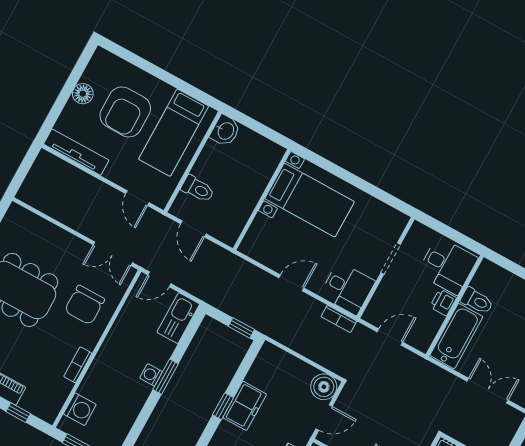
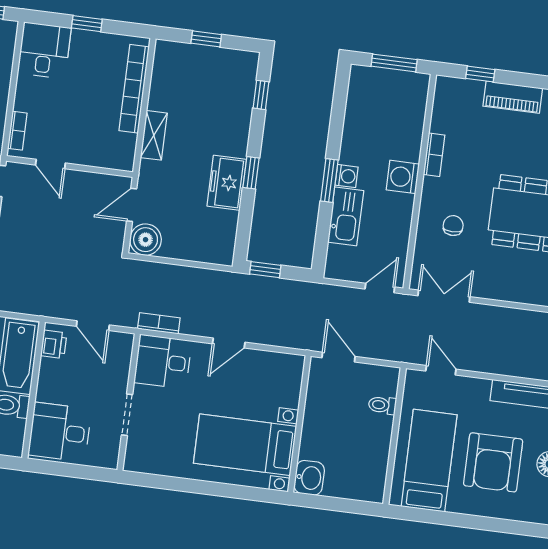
armchair: (125, 112) -> (493, 462), turned 180
washbasin: (225, 131) -> (309, 478), moved, turned 180
toilet: (198, 189) -> (382, 405), width x0.73, depth x0.72
door: (193, 229) -> (338, 357), moved
printer: (443, 302) -> (54, 344), moved
chair: (85, 305) -> (453, 226), width x0.54, depth x0.54
kitchen sink: (178, 318) -> (346, 216), moved
door: (390, 337) -> (93, 326), hinge flipped
washing machine: (80, 409) -> (403, 177), moved

